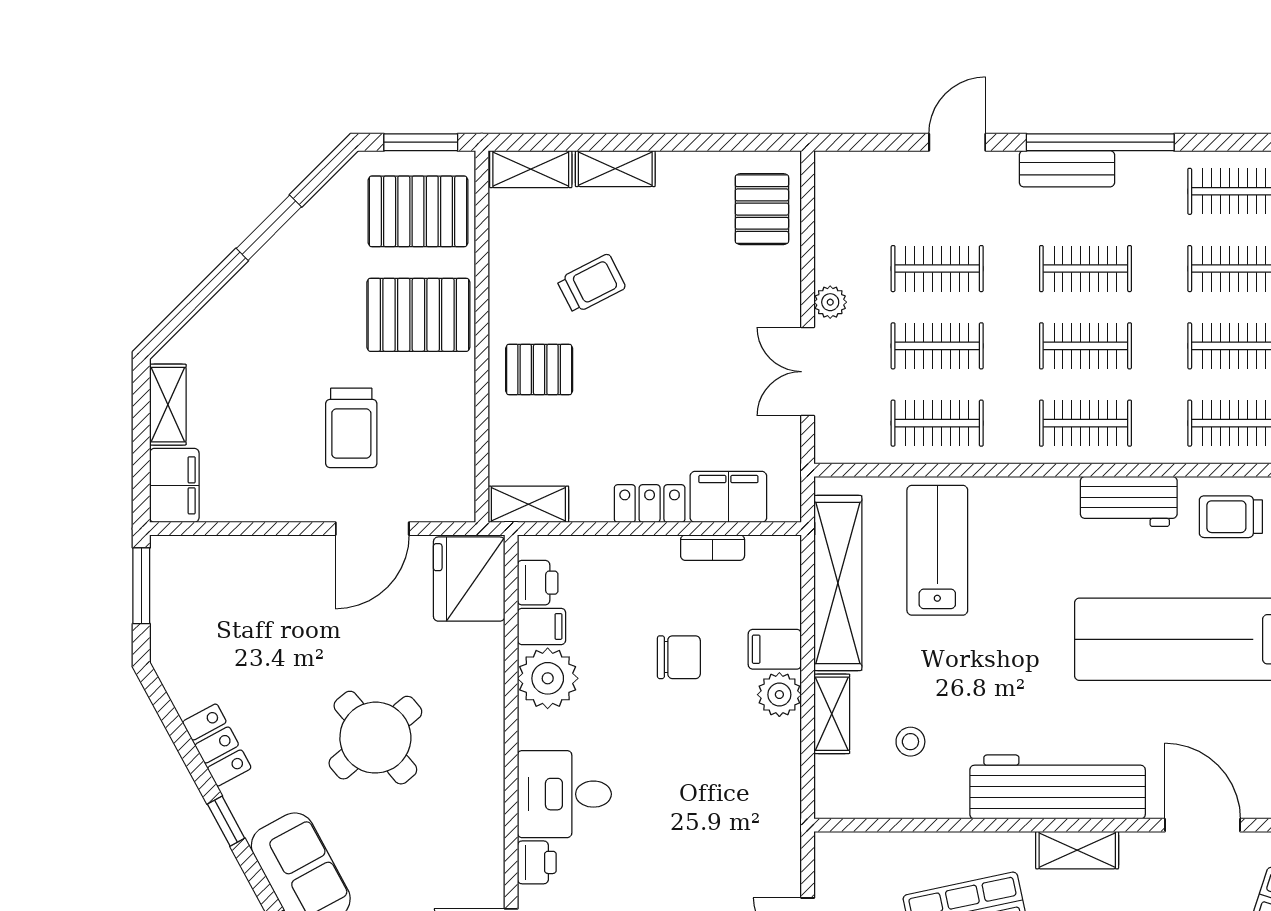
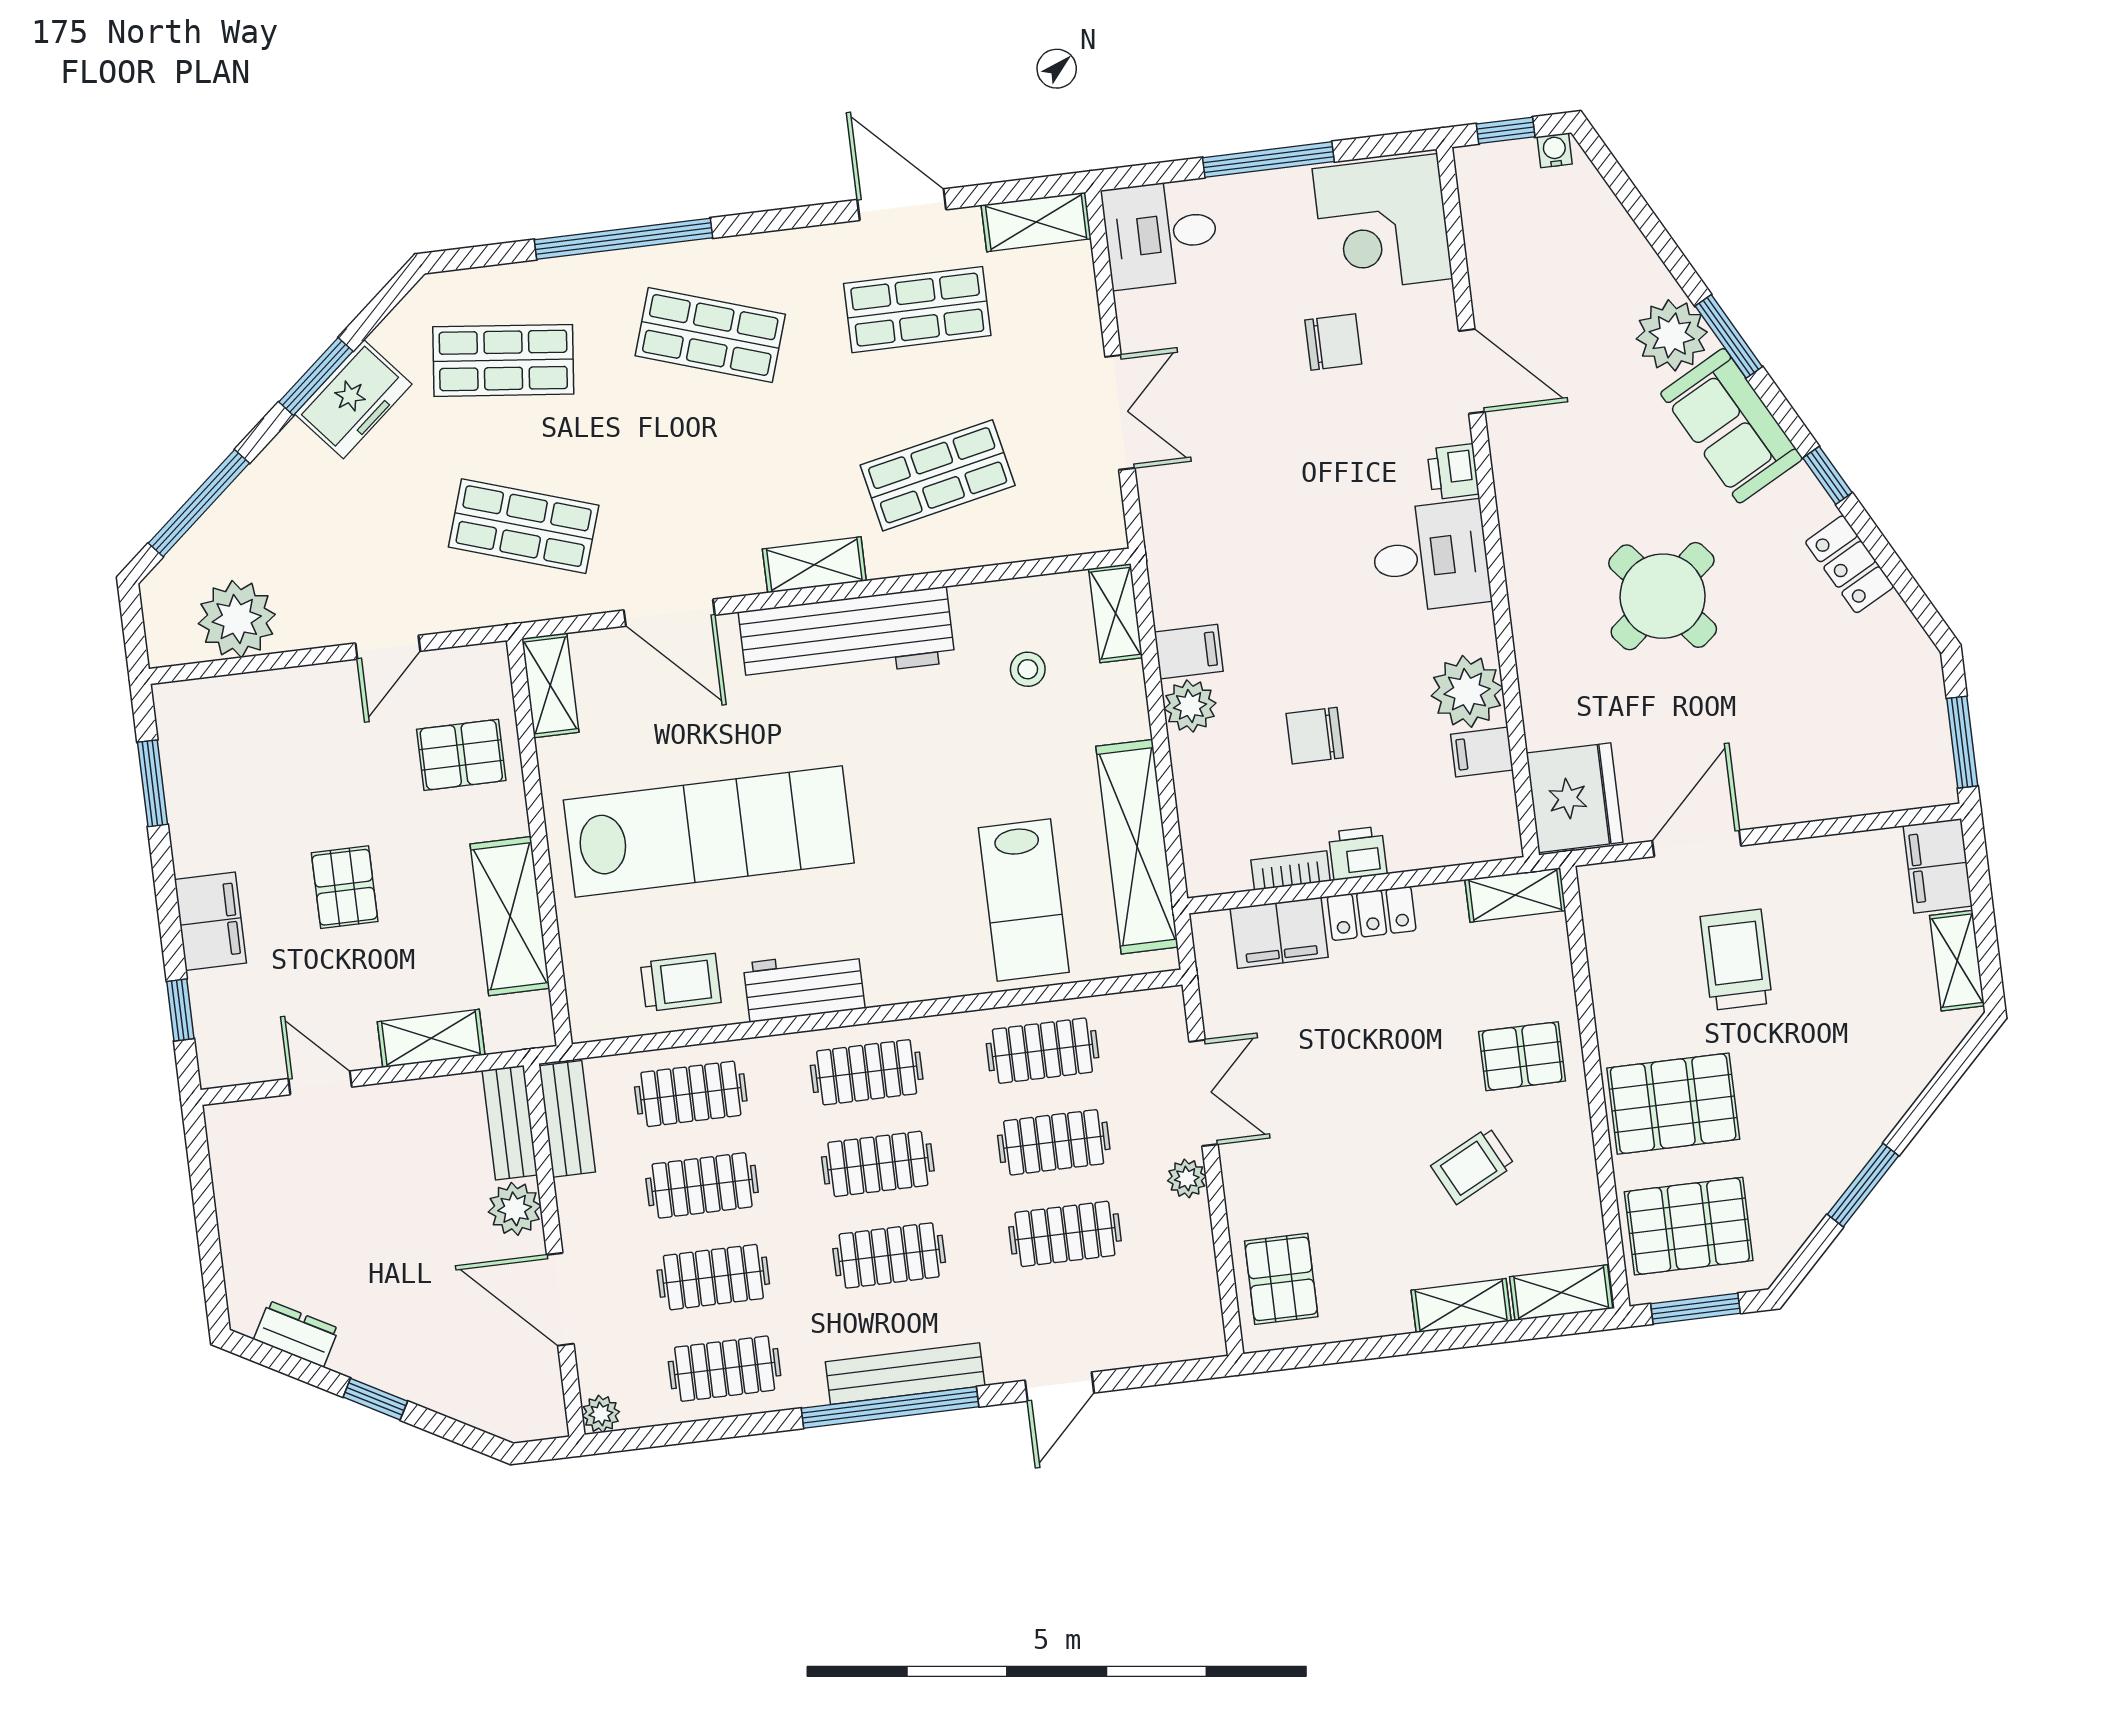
bench: (1067, 169) -> (905, 1374), width x1.36
printer: (538, 583) -> (1358, 853), moved, turned 90
filing cabinet: (775, 649) -> (1189, 652), moved
shelving: (832, 714) -> (1116, 613), moved

